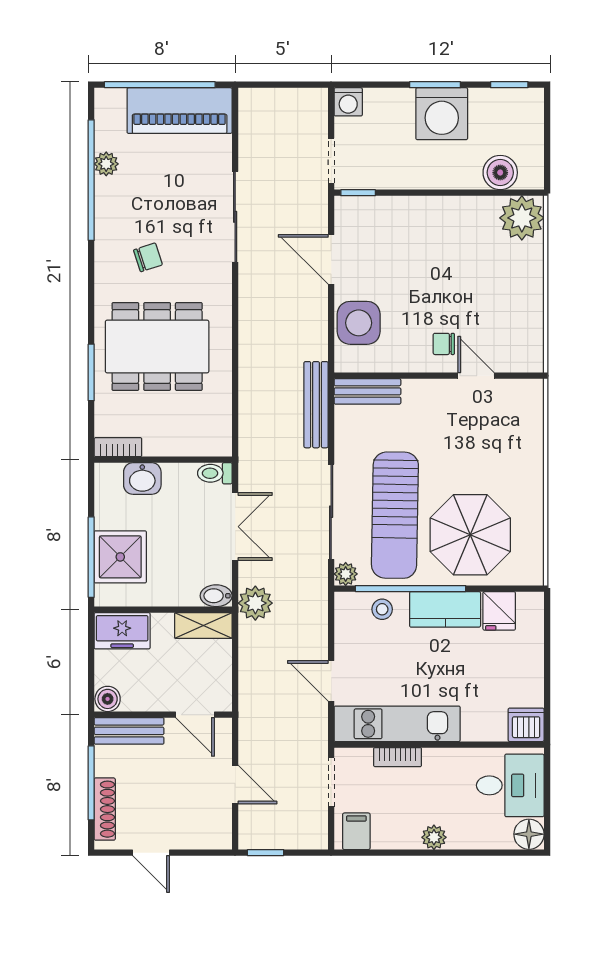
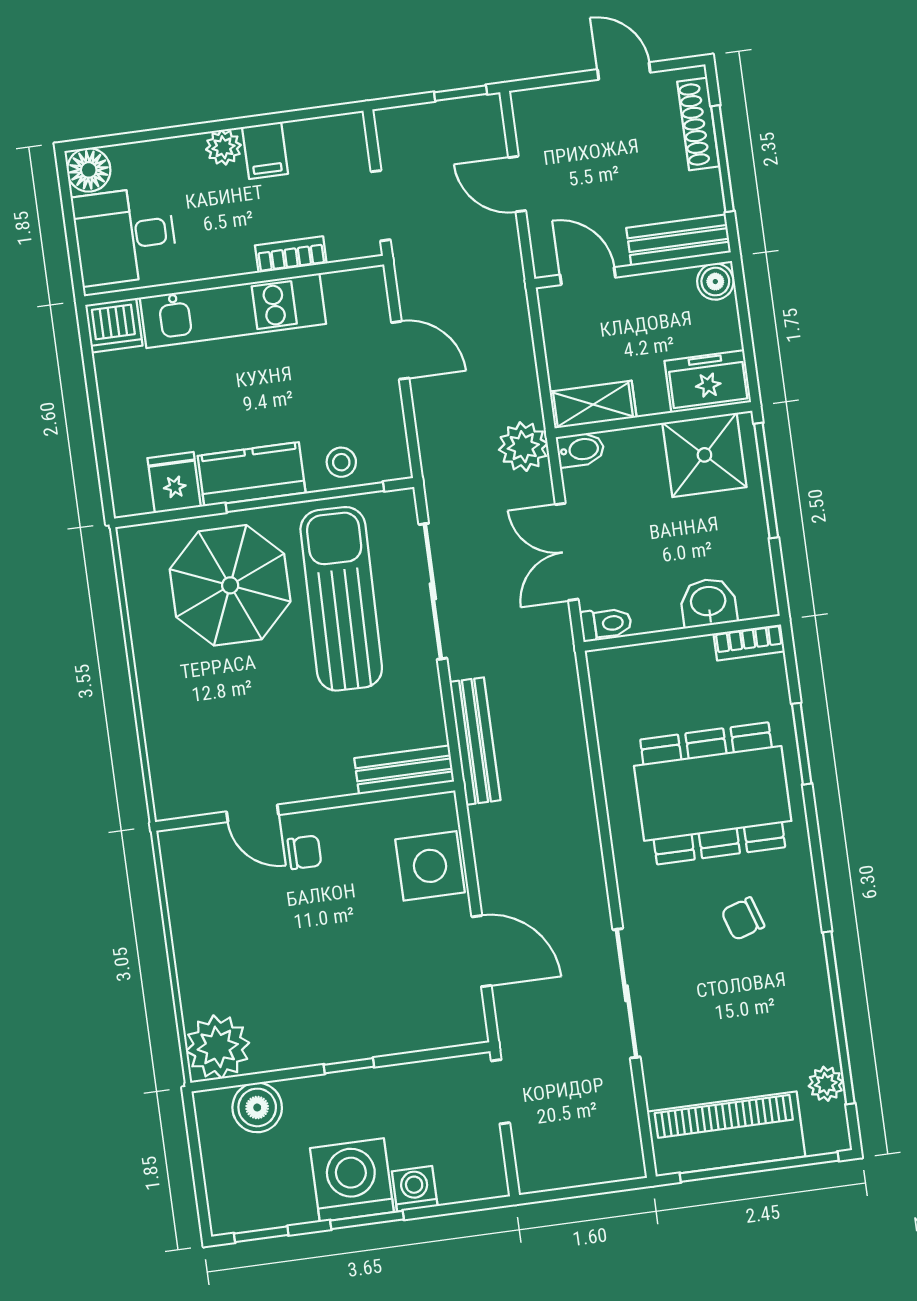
washing machine: (348, 102) -> (415, 1189), moved
plant: (106, 164) -> (826, 1084), moved
window: (358, 193) -> (349, 1066), moved
shower: (120, 557) -> (704, 455), moved
plant: (346, 574) -> (400, 505), removed
kitchen unit: (397, 724) -> (233, 311), moved
filing cabinet: (356, 831) -> (265, 150), moved

